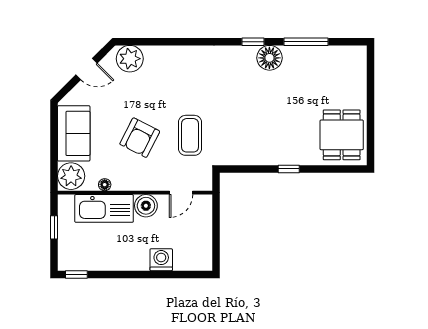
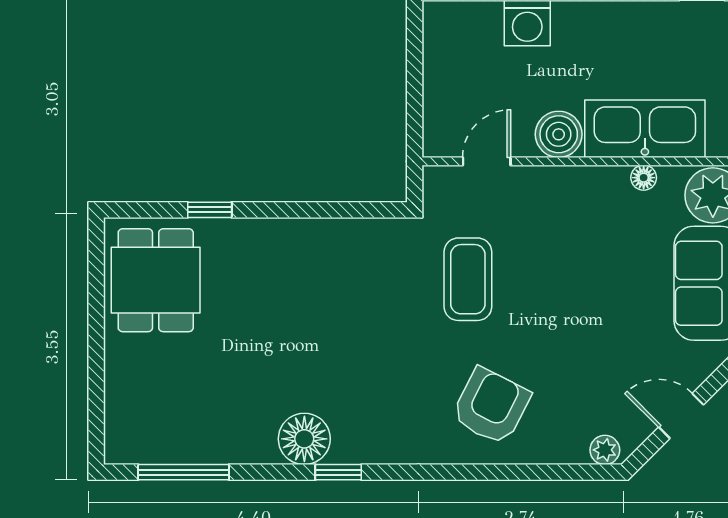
window: (306, 42) -> (184, 472), moved
plant: (130, 59) -> (605, 450), width x0.53, depth x0.53
armchair: (140, 138) -> (491, 406), moved
window: (289, 169) -> (210, 210), moved

